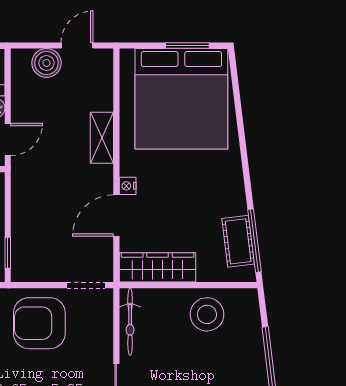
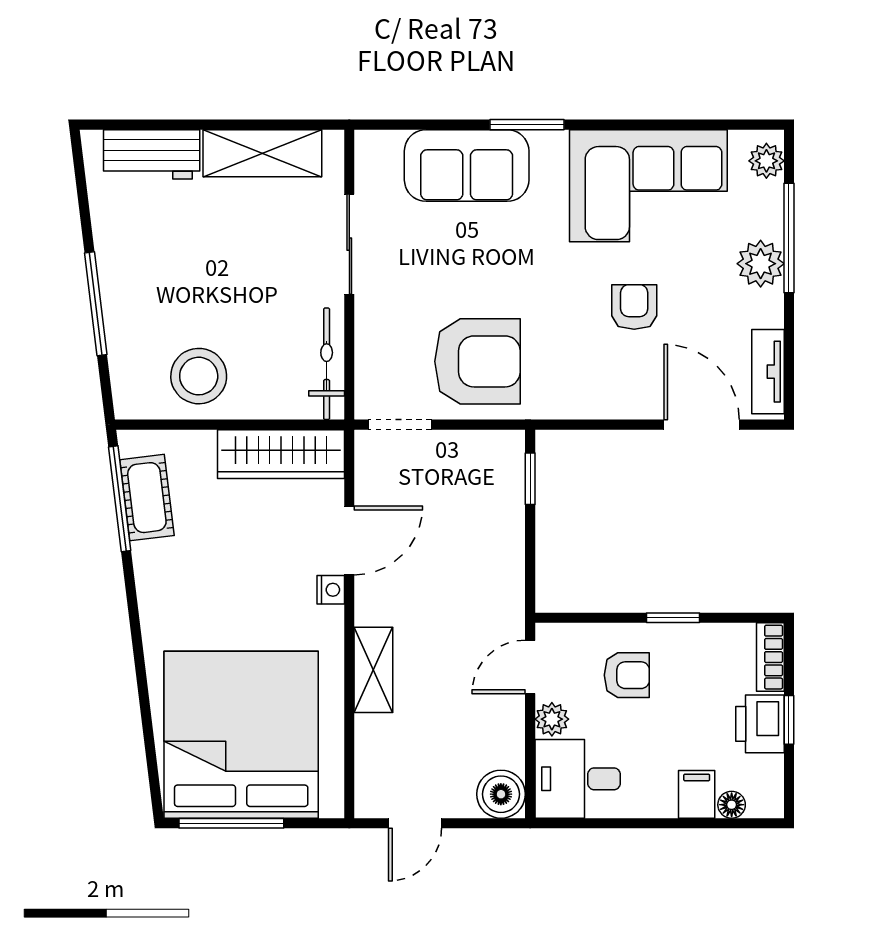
window: (187, 45) -> (231, 823), width x1.44
boiler: (47, 63) -> (501, 794), moved

